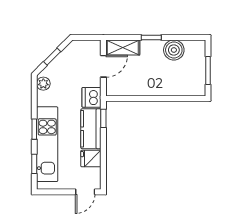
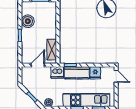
shelving: (123, 47) -> (52, 50), moved
door: (103, 66) -> (38, 65), hinge flipped

